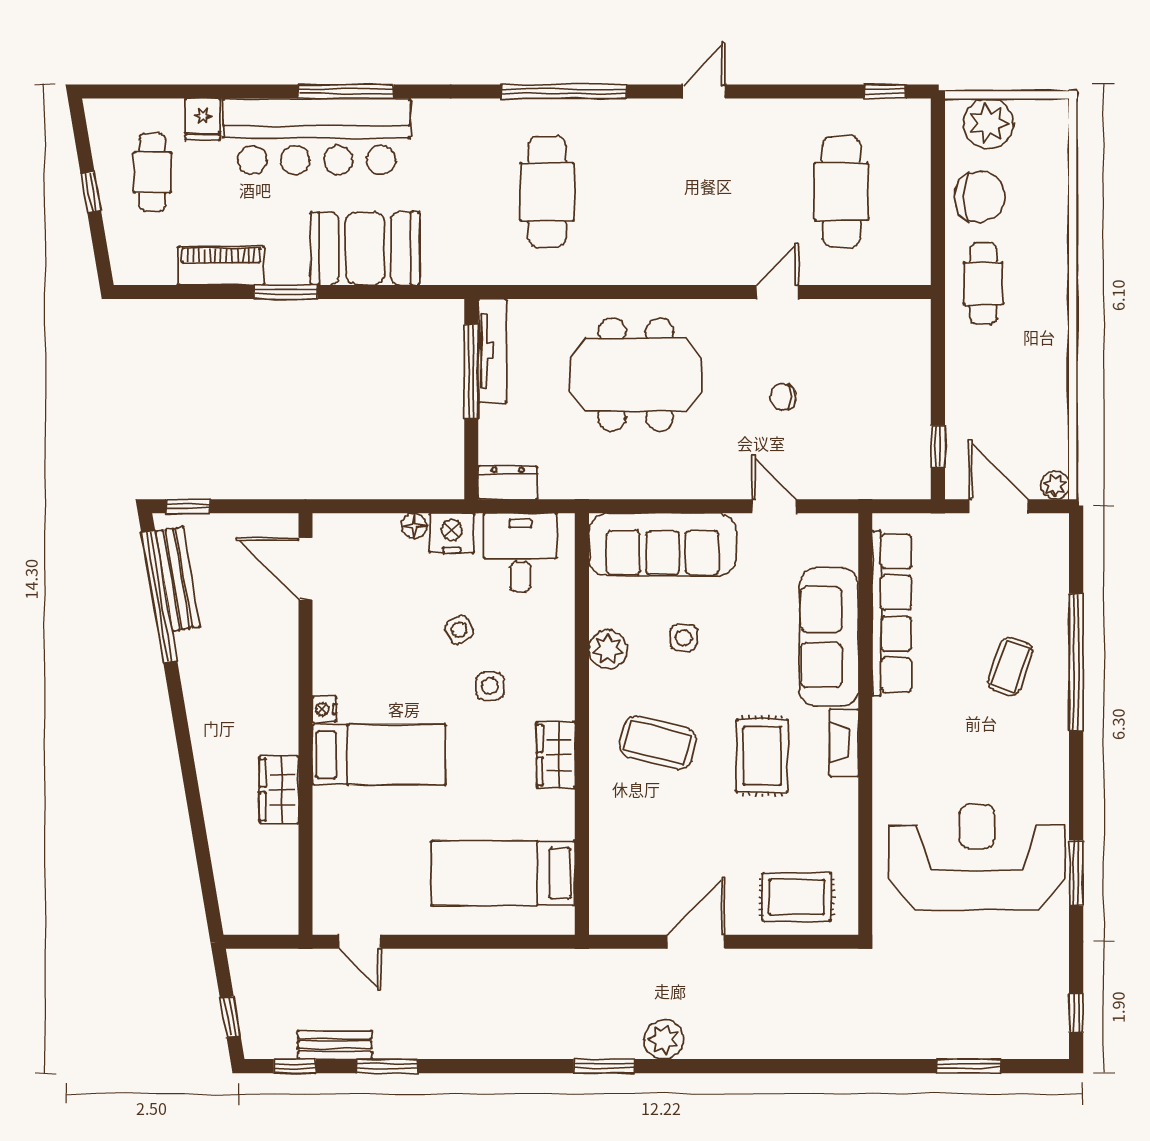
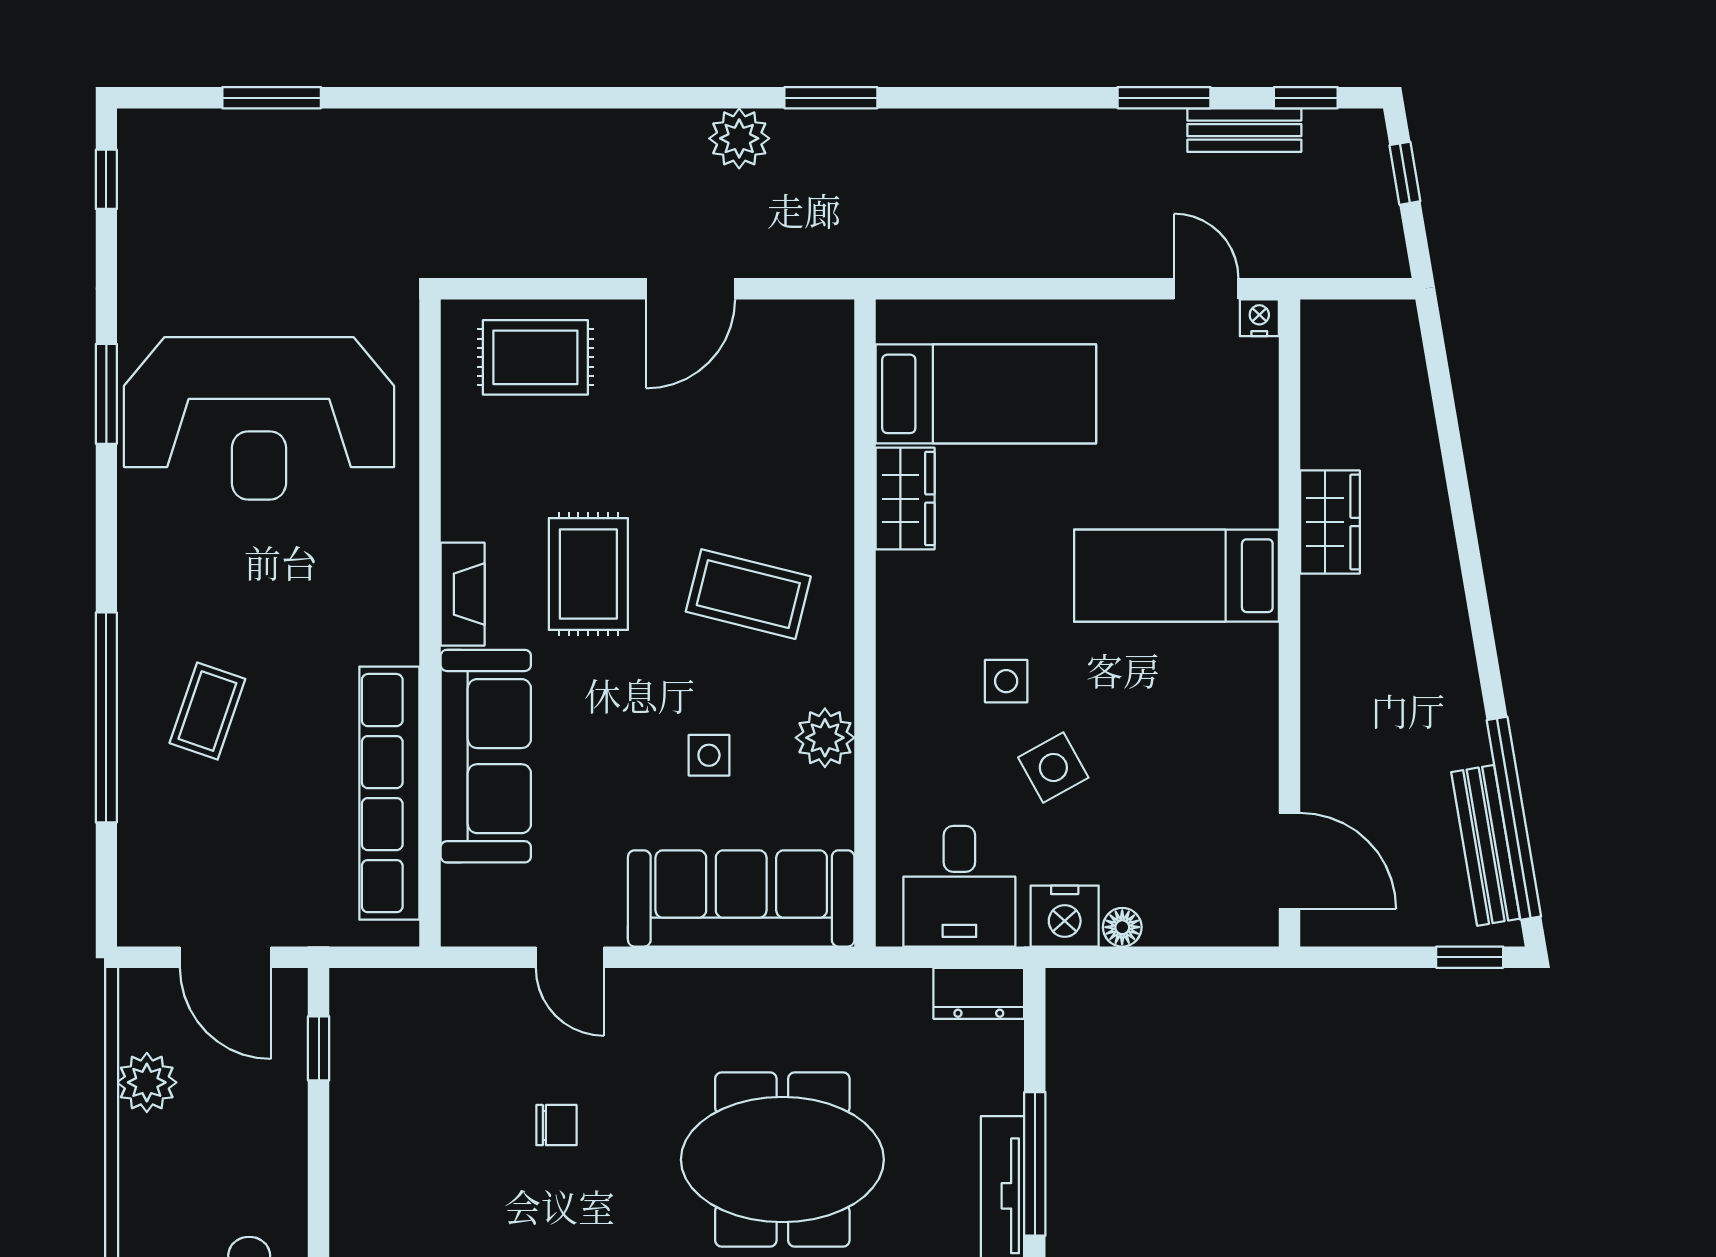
plant: (1055, 485) -> (147, 1082), moved, width x1.38, depth x1.38
side table: (459, 630) -> (1053, 767), width x1.37, depth x1.37
nightstand: (324, 709) -> (1259, 318), moved, turned -90
wardrobe: (556, 755) -> (905, 499), moved

